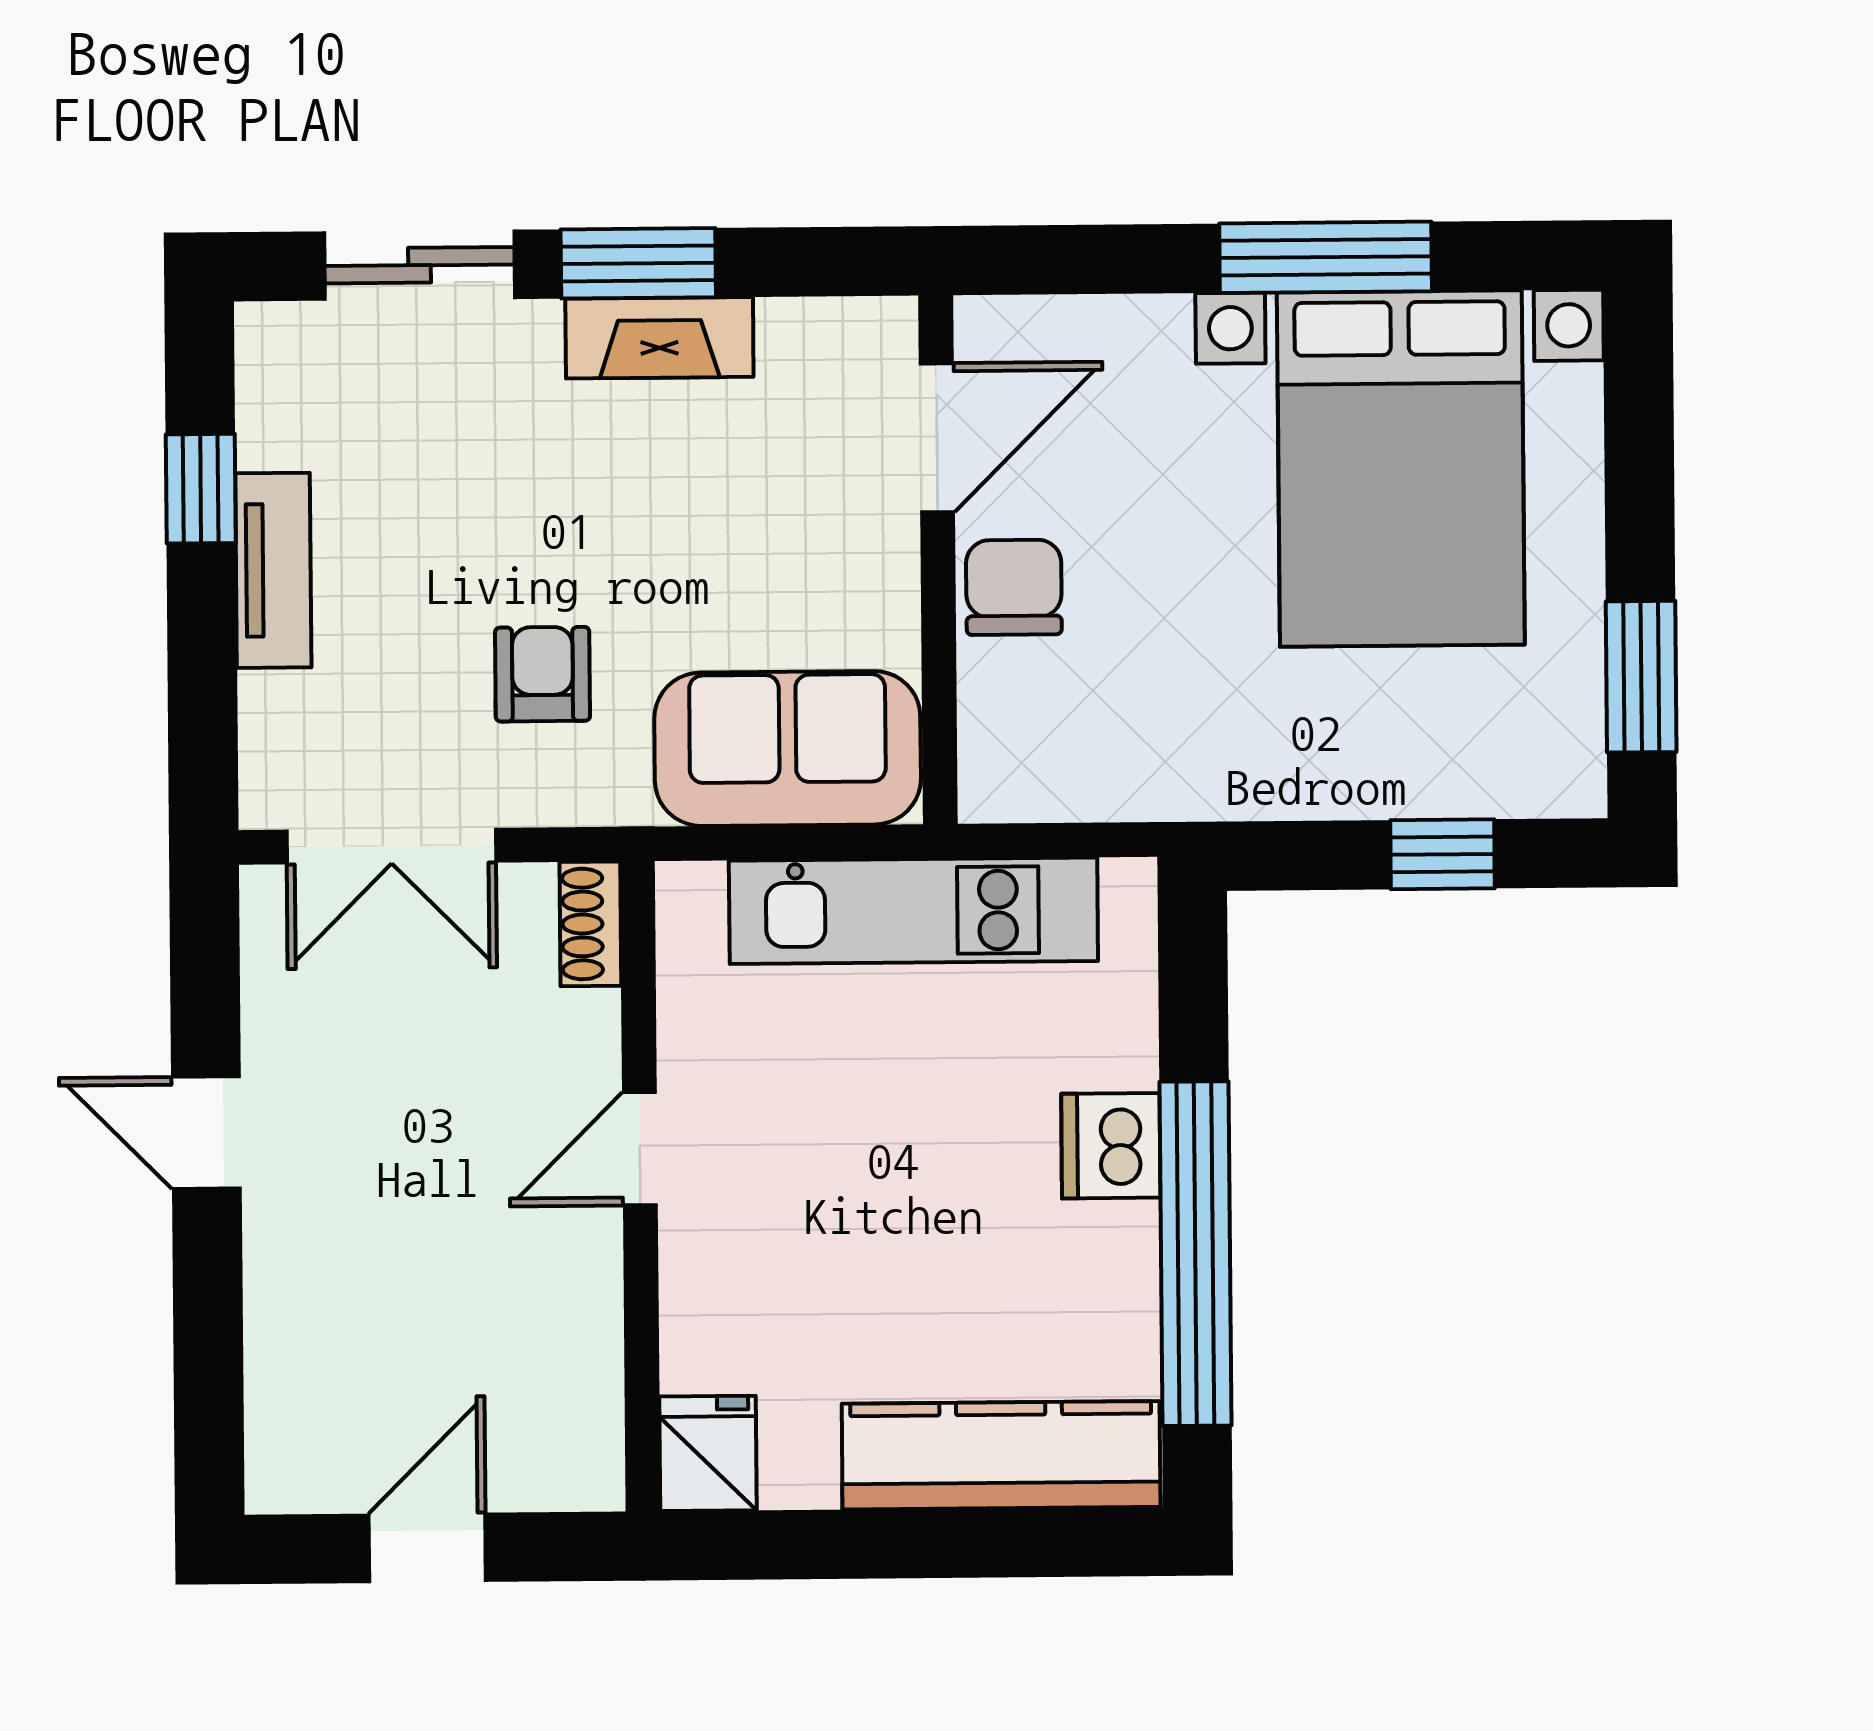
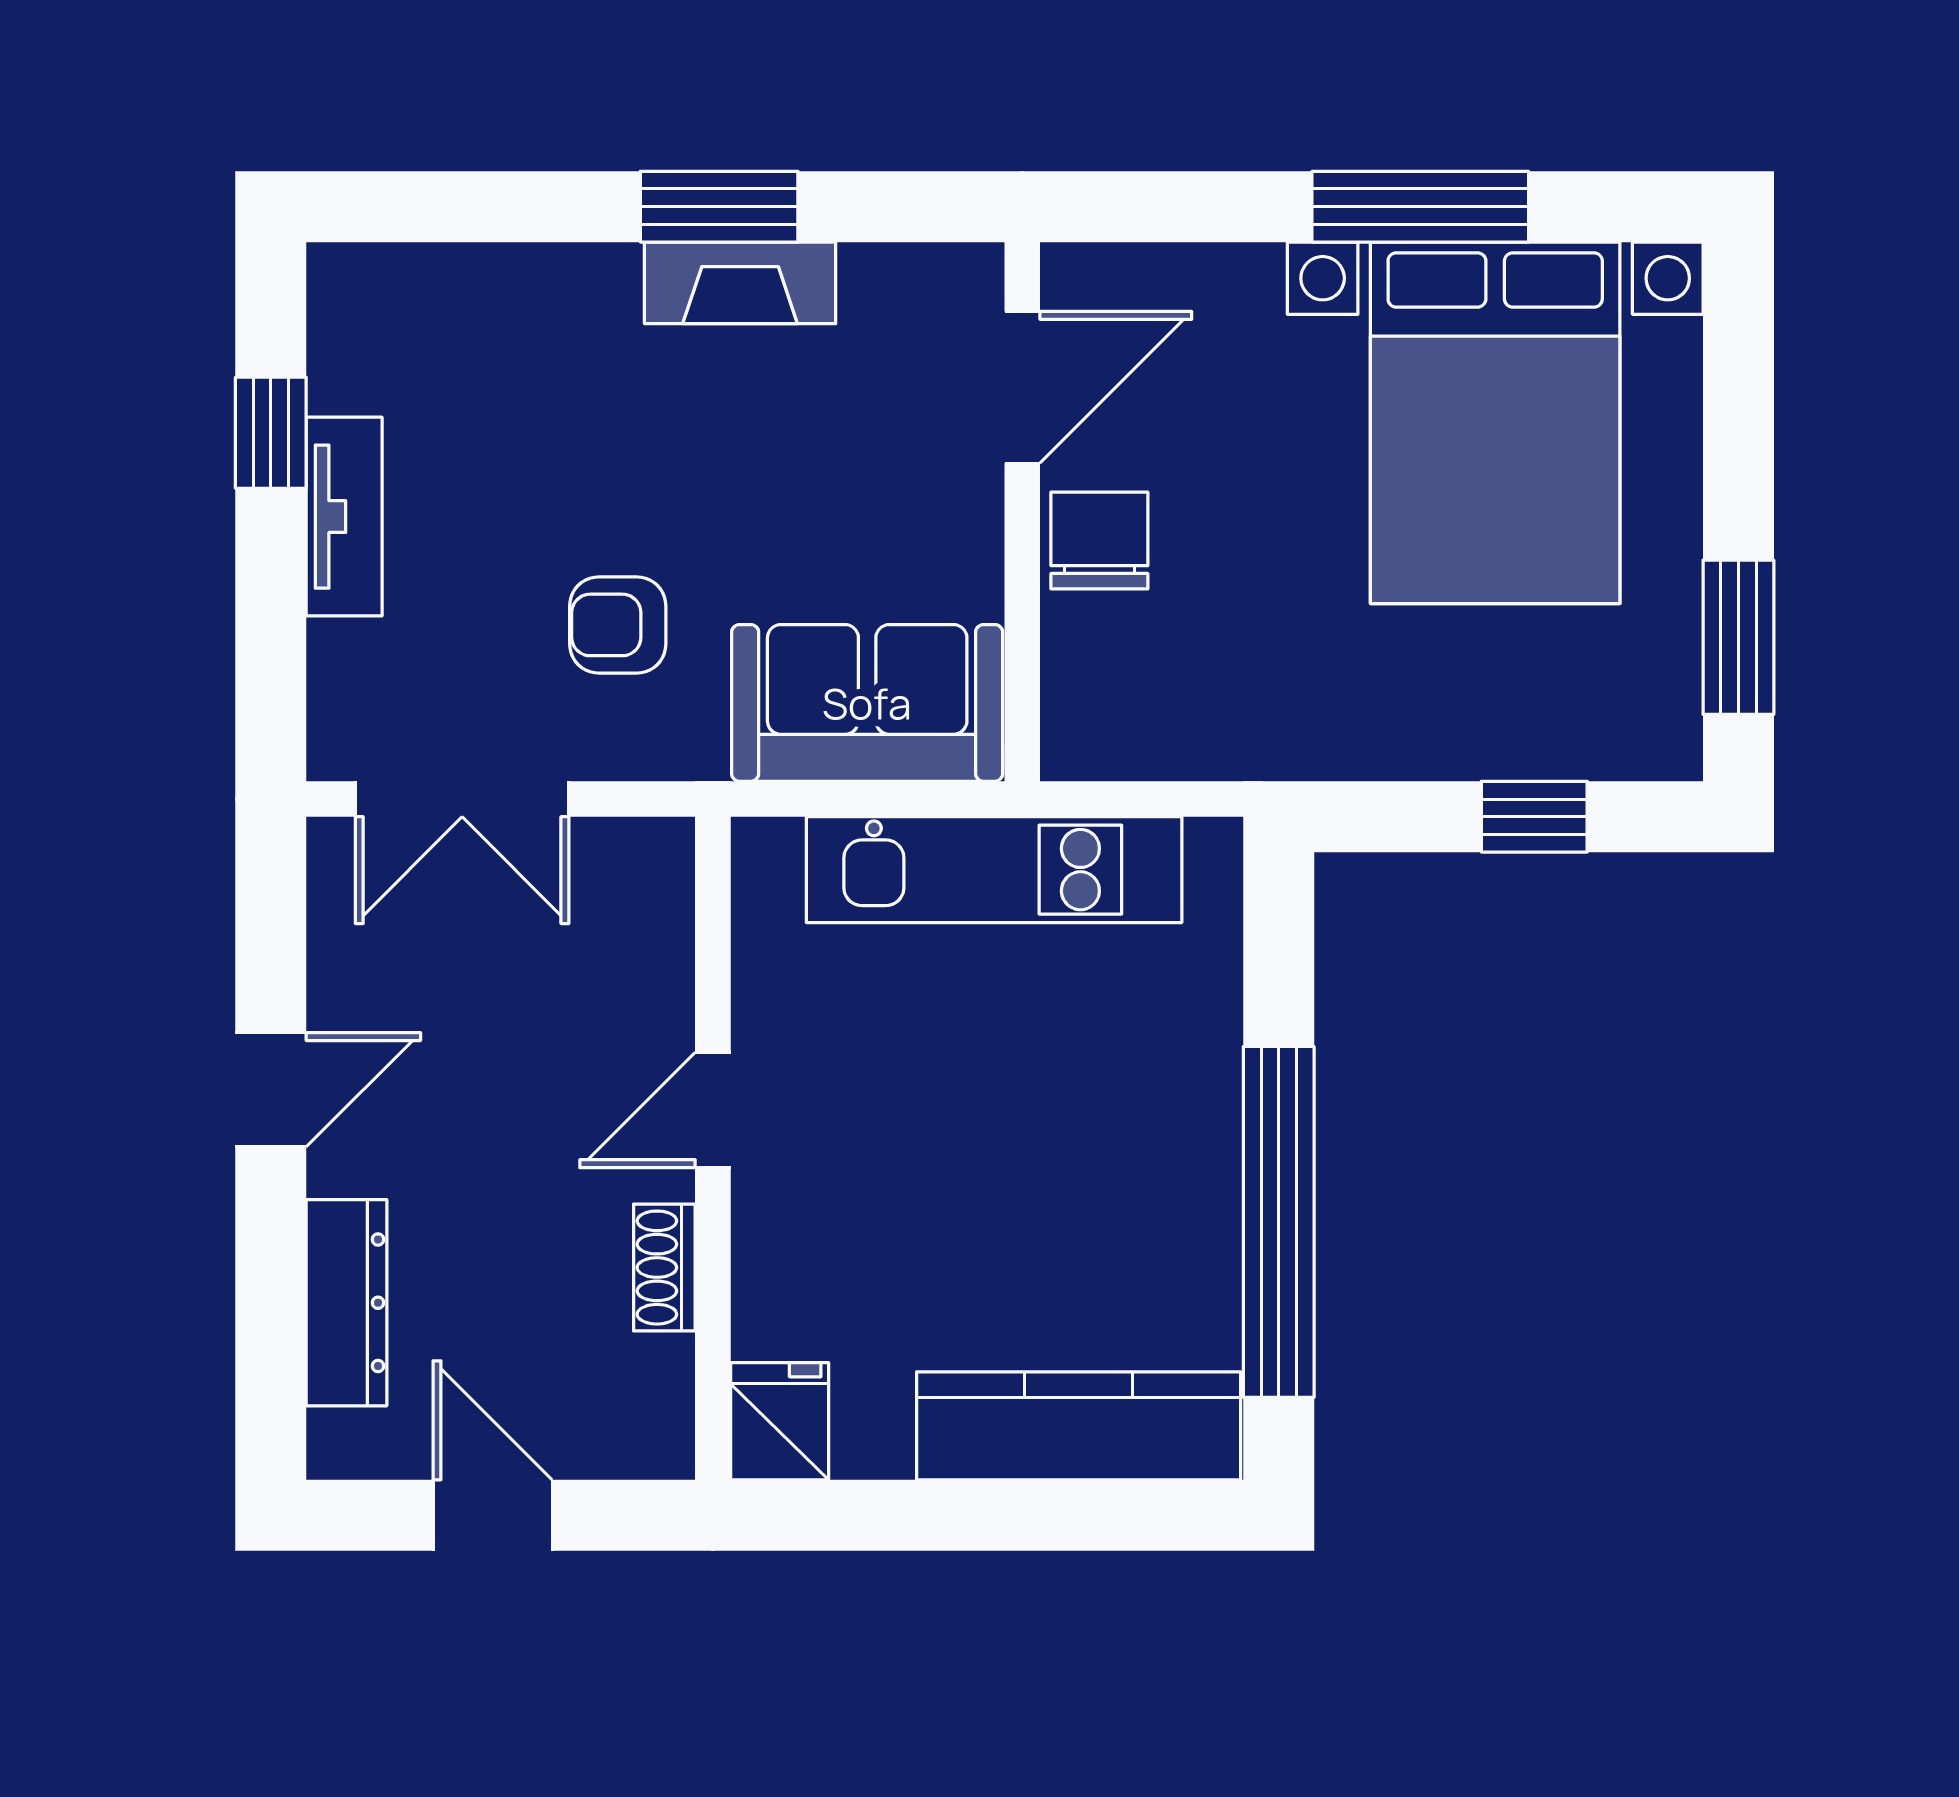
sliding door: (420, 265) -> (496, 207), removed
armchair: (543, 674) -> (618, 625), turned -90
shoe rack: (590, 924) -> (664, 1268), moved
door: (206, 1133) -> (271, 1090), swing flipped
dishwasher: (1111, 1146) -> (1193, 1111), removed
dresser: (282, 1341) -> (347, 1303), added
door: (427, 1548) -> (493, 1515), hinge flipped

